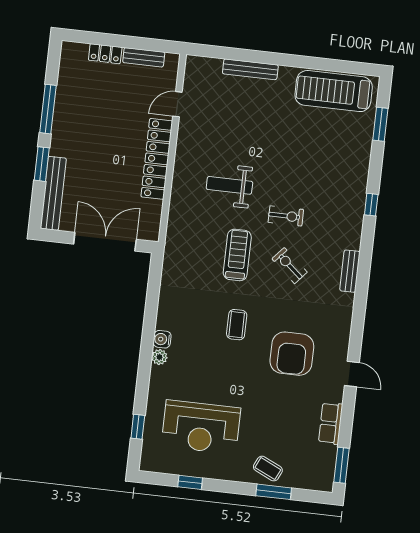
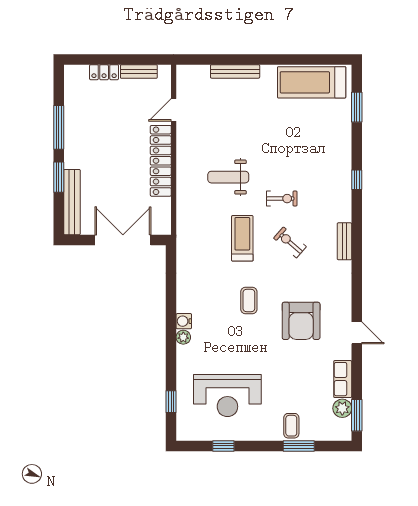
plant: (326, 456) -> (342, 408), added
coffee table: (268, 469) -> (291, 426), turned 65

